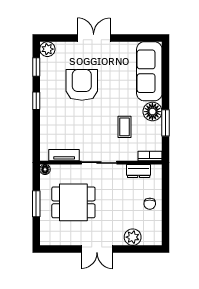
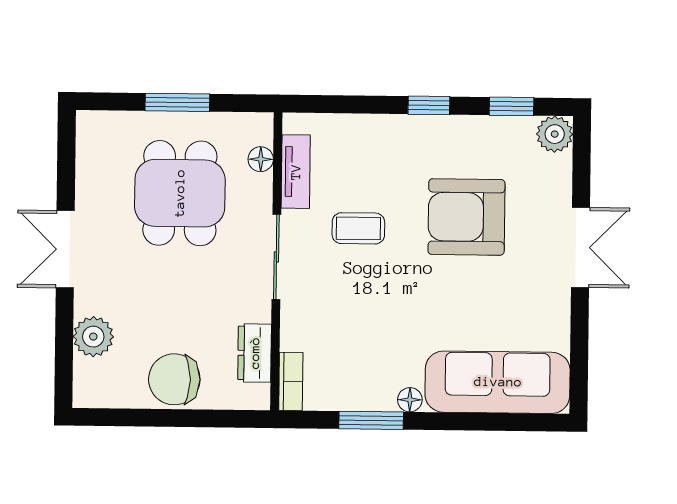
armchair: (82, 85) -> (466, 217), turned 180
floor lamp: (152, 112) -> (410, 400), width x0.53, depth x0.53
coffee table: (124, 127) -> (358, 228), moved
floor lamp: (45, 169) -> (261, 159), moved
chair: (150, 204) -> (174, 379), width x1.87, depth x1.87

